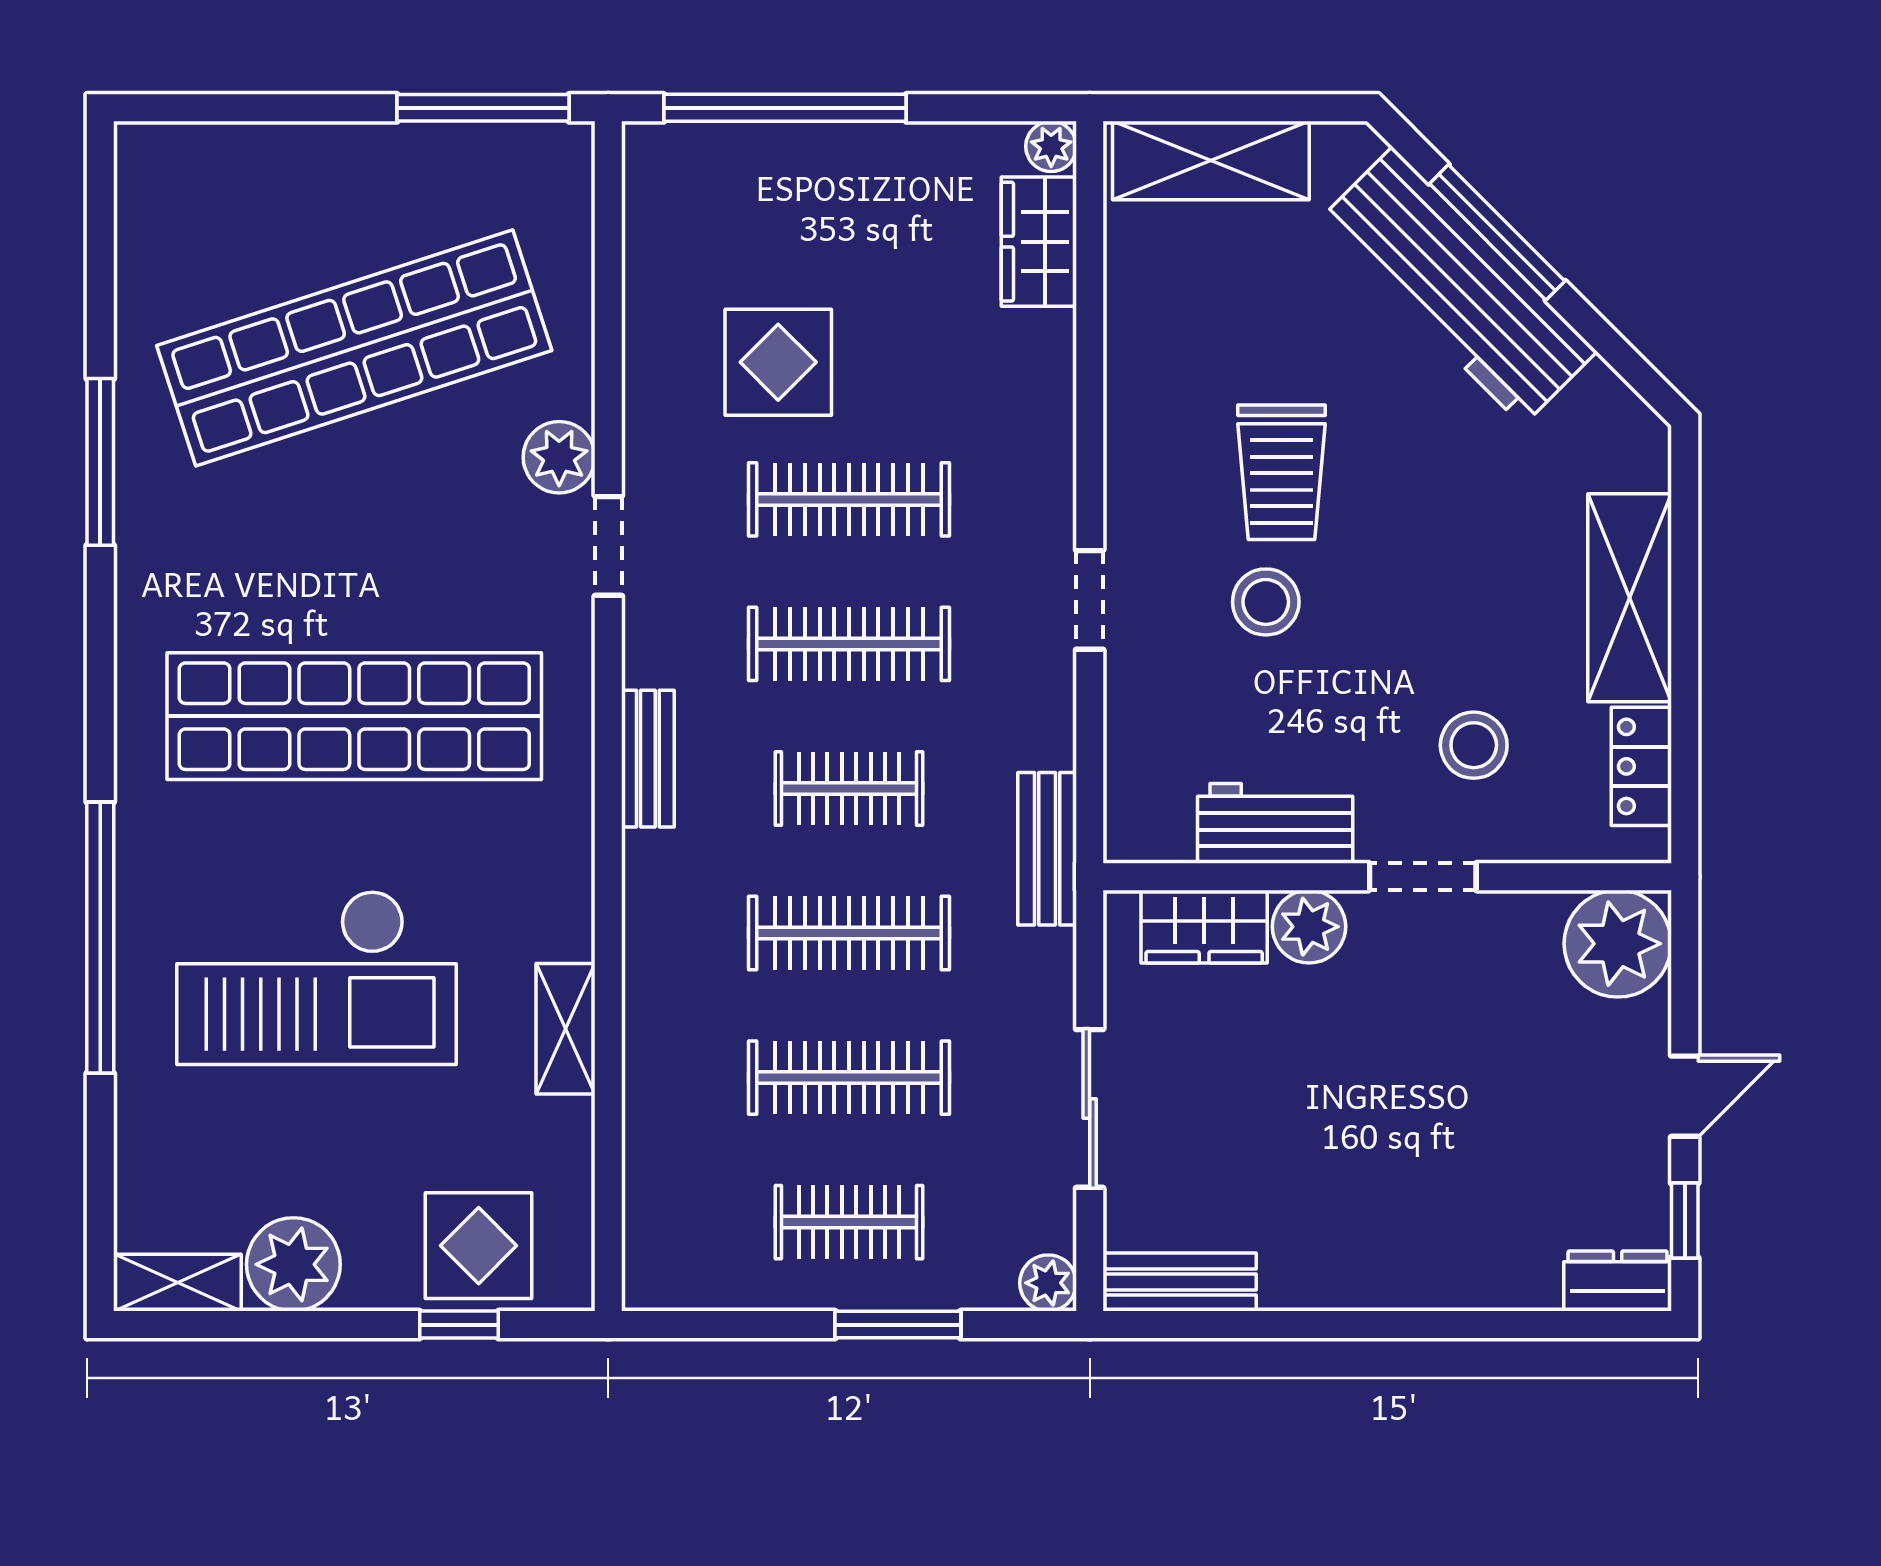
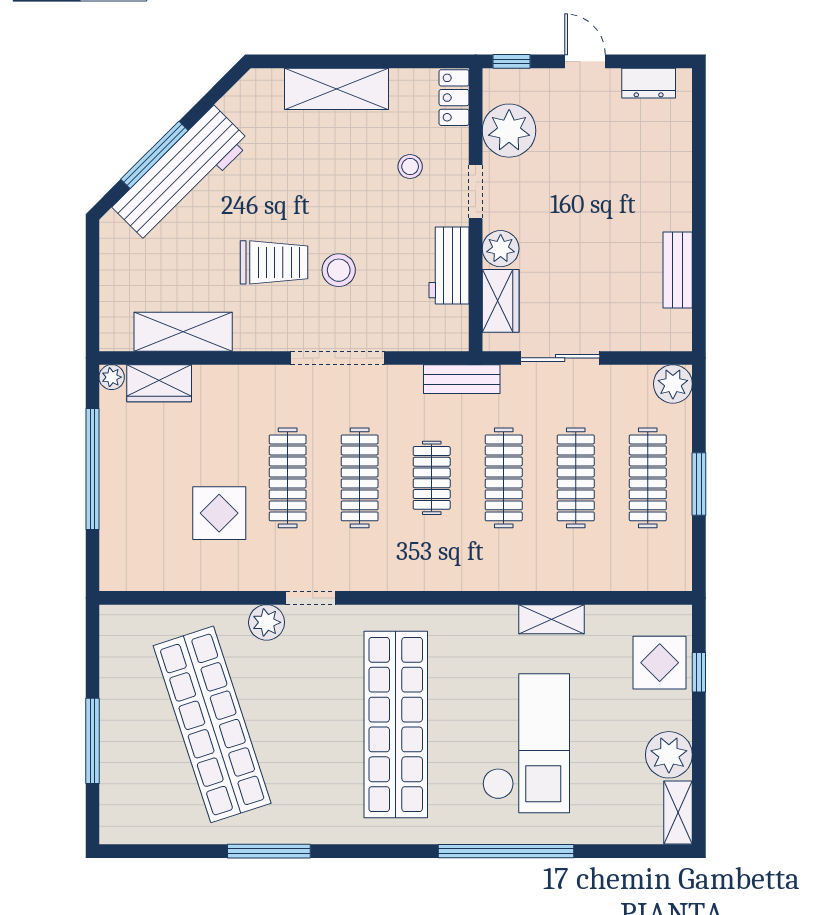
window: (483, 108) -> (92, 741), moved
window: (785, 108) -> (92, 469), moved
shelving: (1211, 161) -> (183, 332), moved, turned 90
doorway: (1090, 600) -> (338, 358), width x1.87
stool: (1474, 745) -> (410, 167), width x0.73, depth x0.73
bench: (648, 759) -> (417, 578), removed
locker: (1641, 766) -> (454, 98), moved, turned 90
plant: (1618, 944) -> (509, 131), moved
sliding door: (1090, 1108) -> (560, 358), moved
window: (1685, 1220) -> (511, 61), moved
clothes rail: (849, 1222) -> (648, 478), width x1.36
dresser: (1618, 1281) -> (649, 83), moved, turned -90
bench: (1180, 1282) -> (678, 270), moved
plant: (1048, 1283) -> (673, 384), width x1.38, depth x1.38
window: (898, 1325) -> (699, 484), moved

